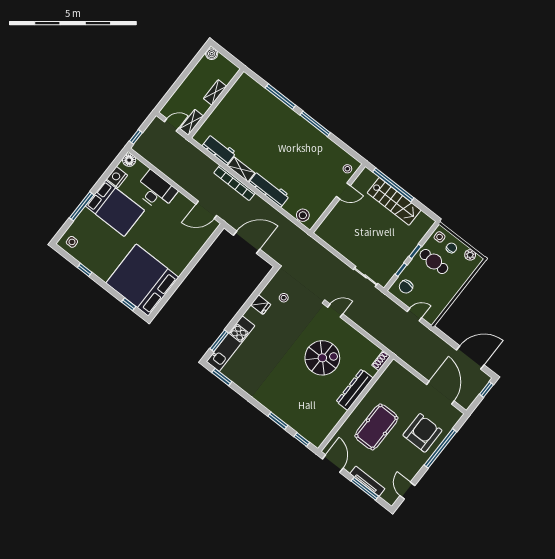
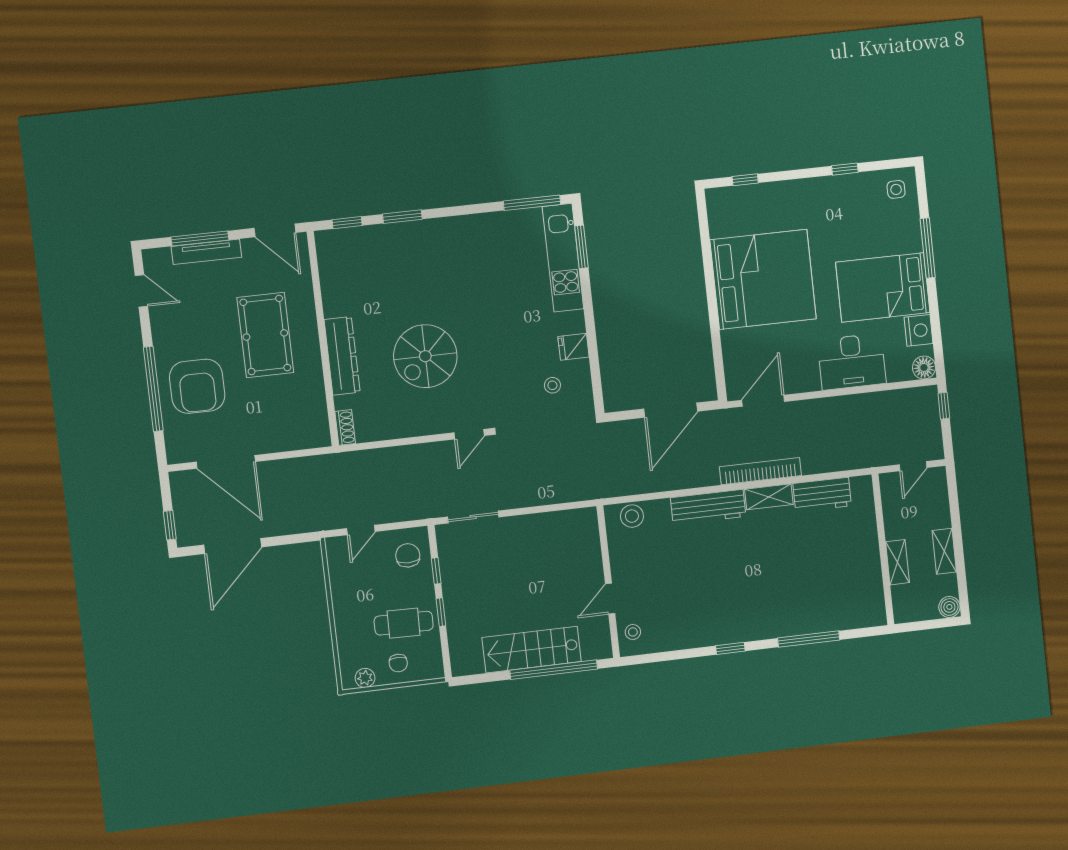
shelving: (192, 122) -> (944, 551), moved
window: (315, 124) -> (730, 648), width x0.46
side table: (440, 237) -> (428, 662), removed
bed: (142, 280) -> (763, 279), moved
window: (222, 377) -> (532, 203), width x1.44

